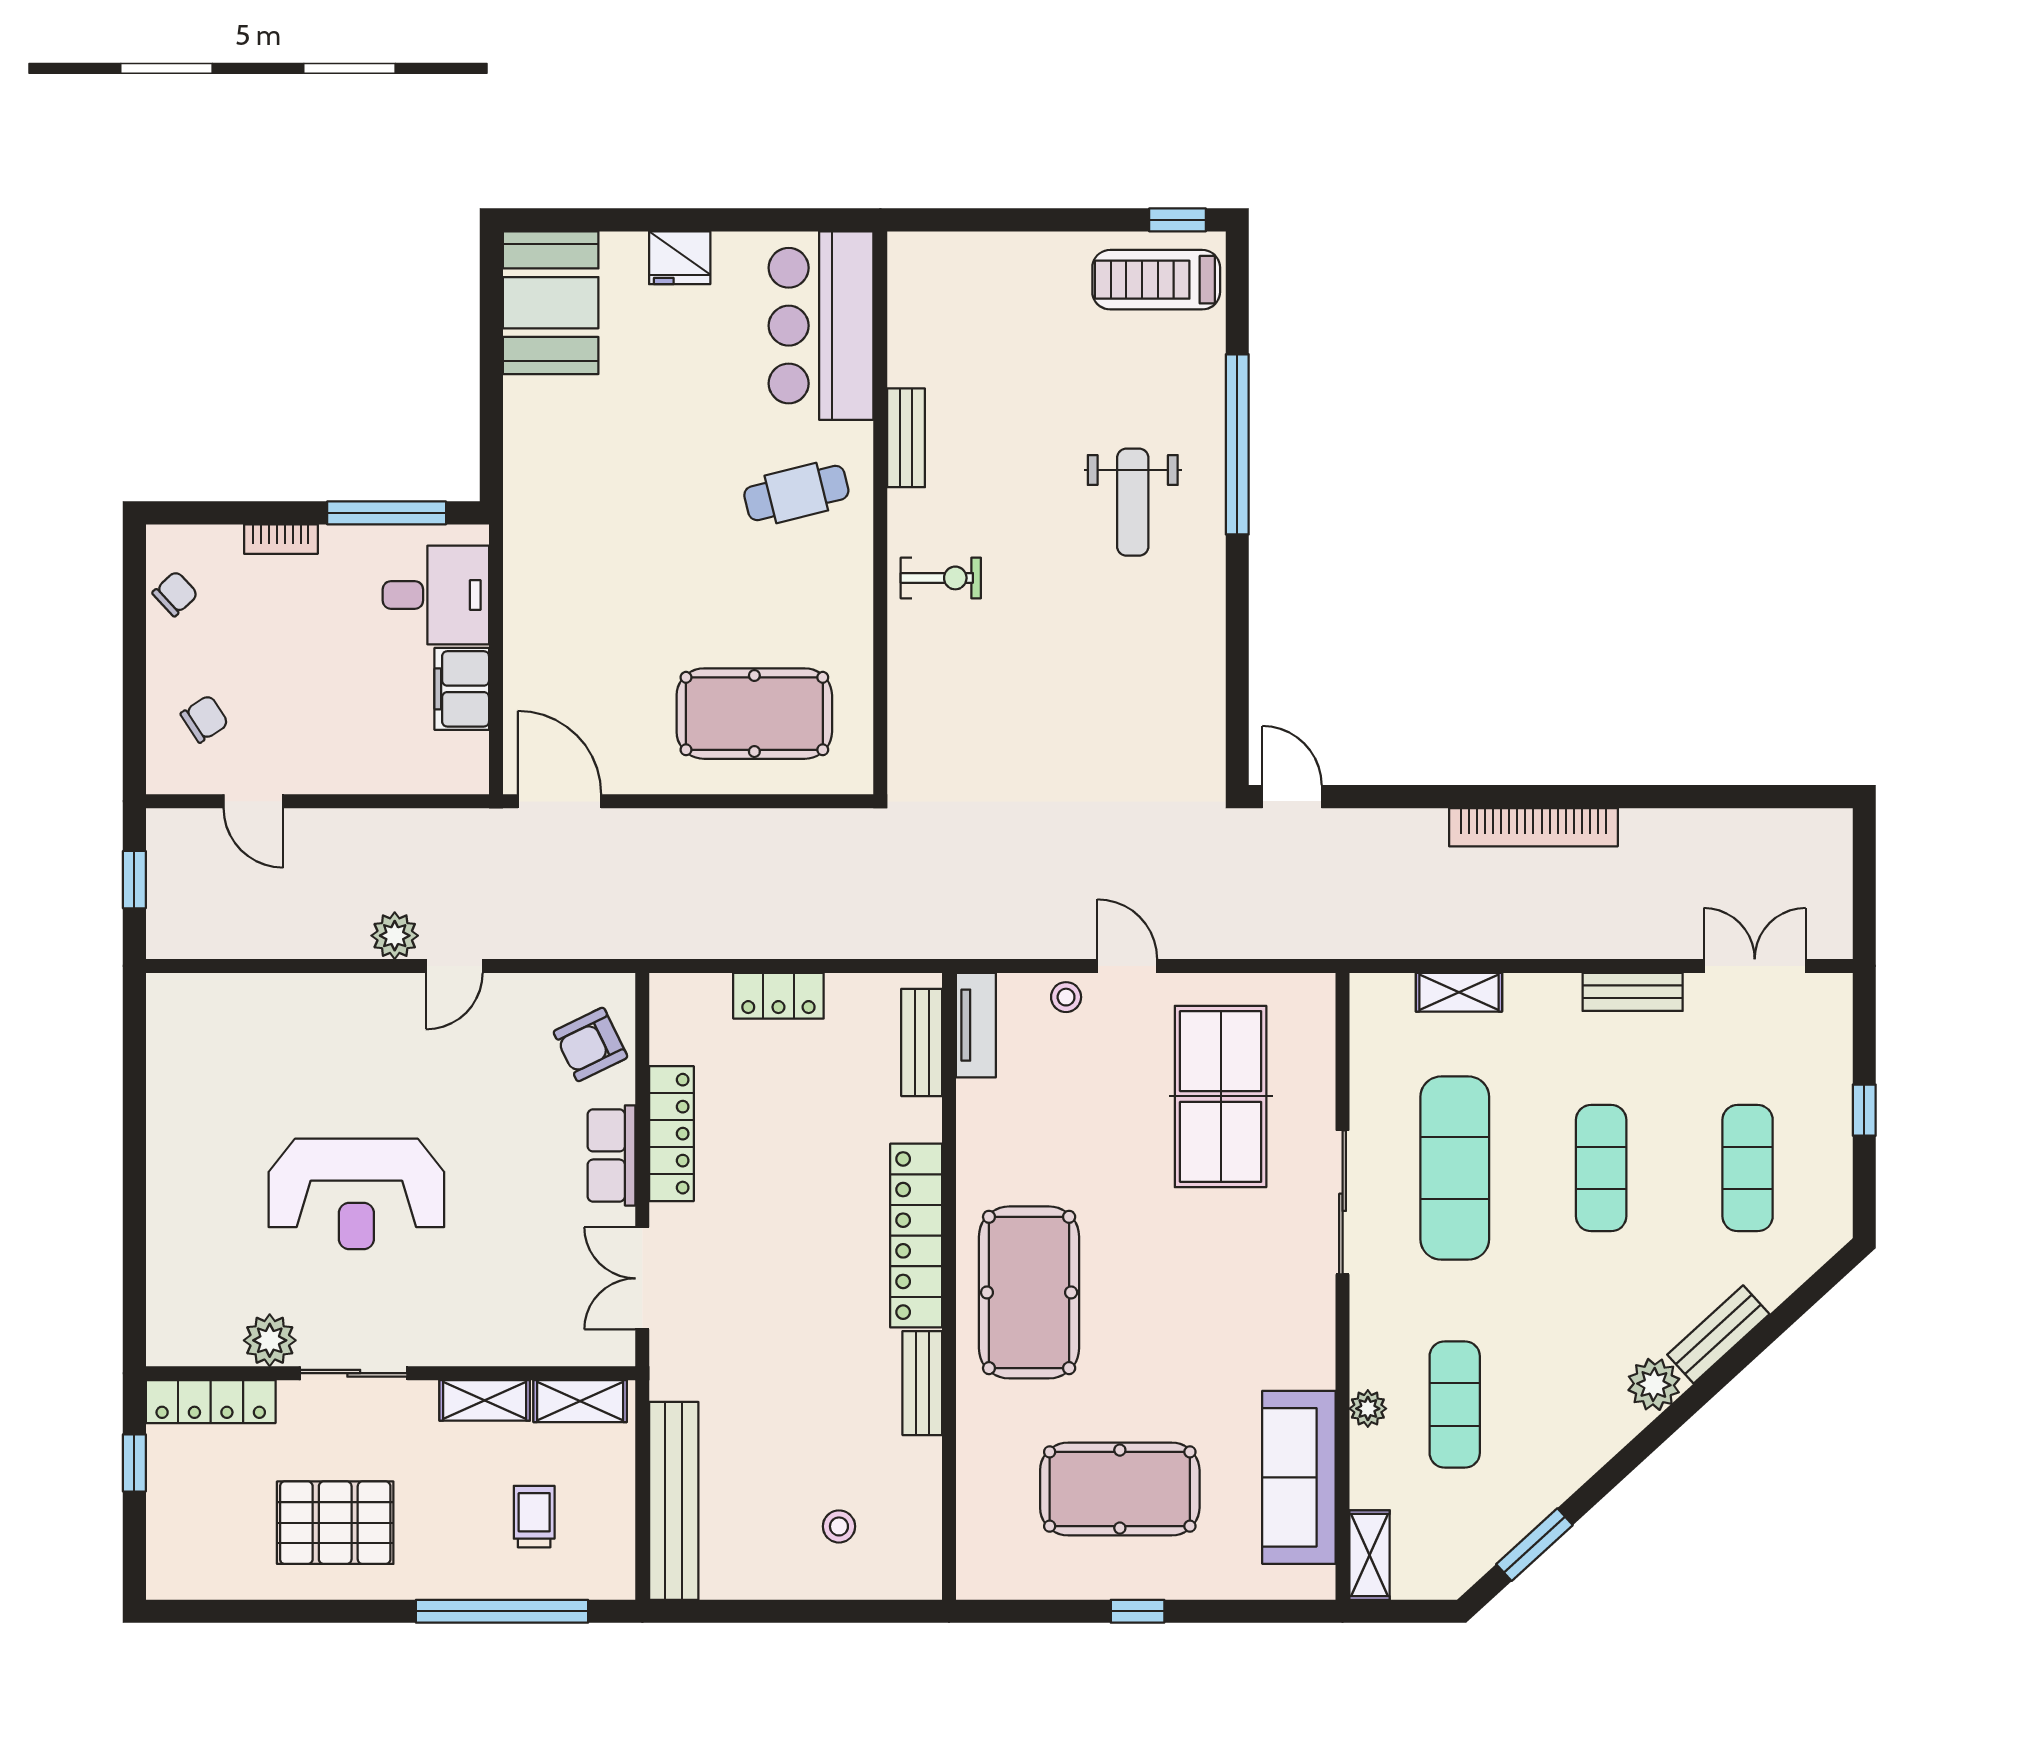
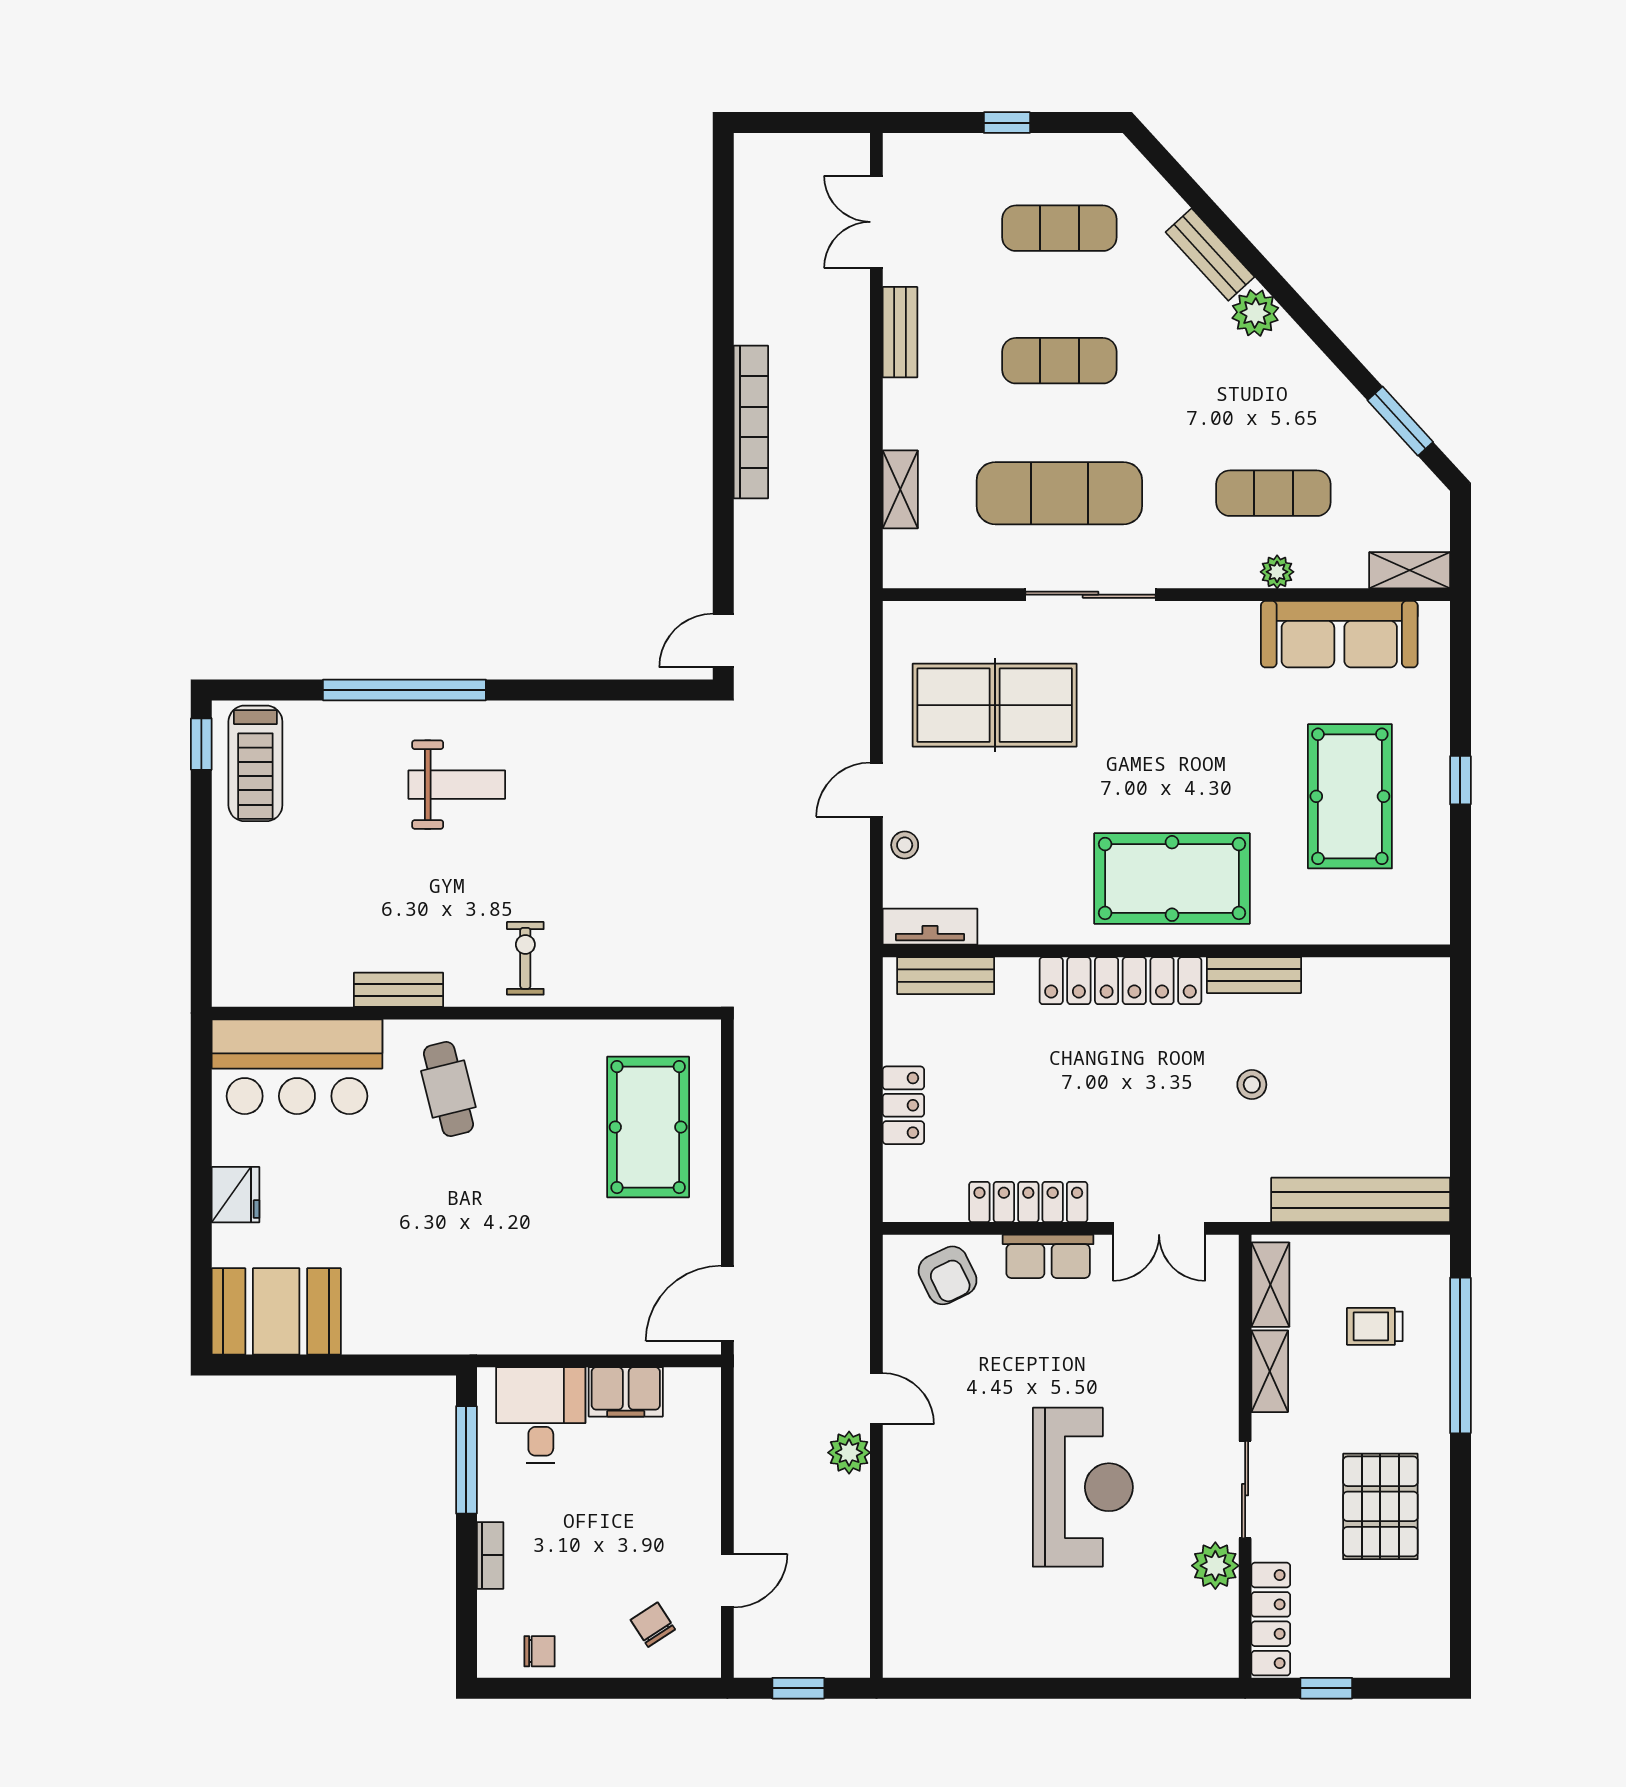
chair: (175, 594) -> (540, 1651), turned 133
stool: (839, 1526) -> (1252, 1085), moved

